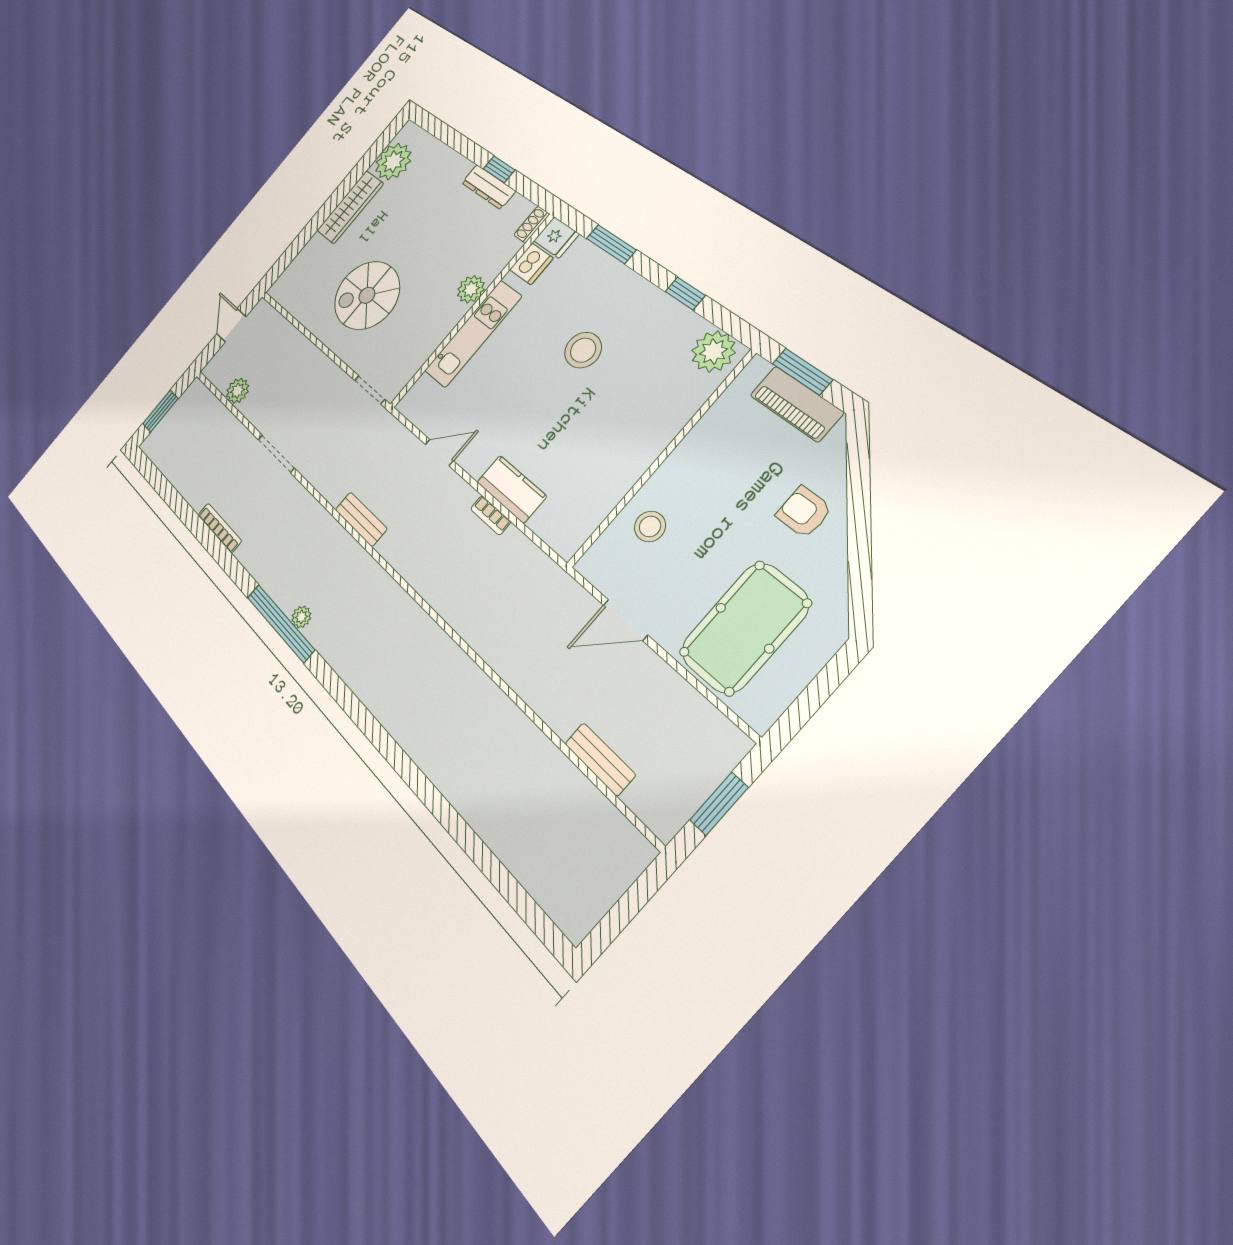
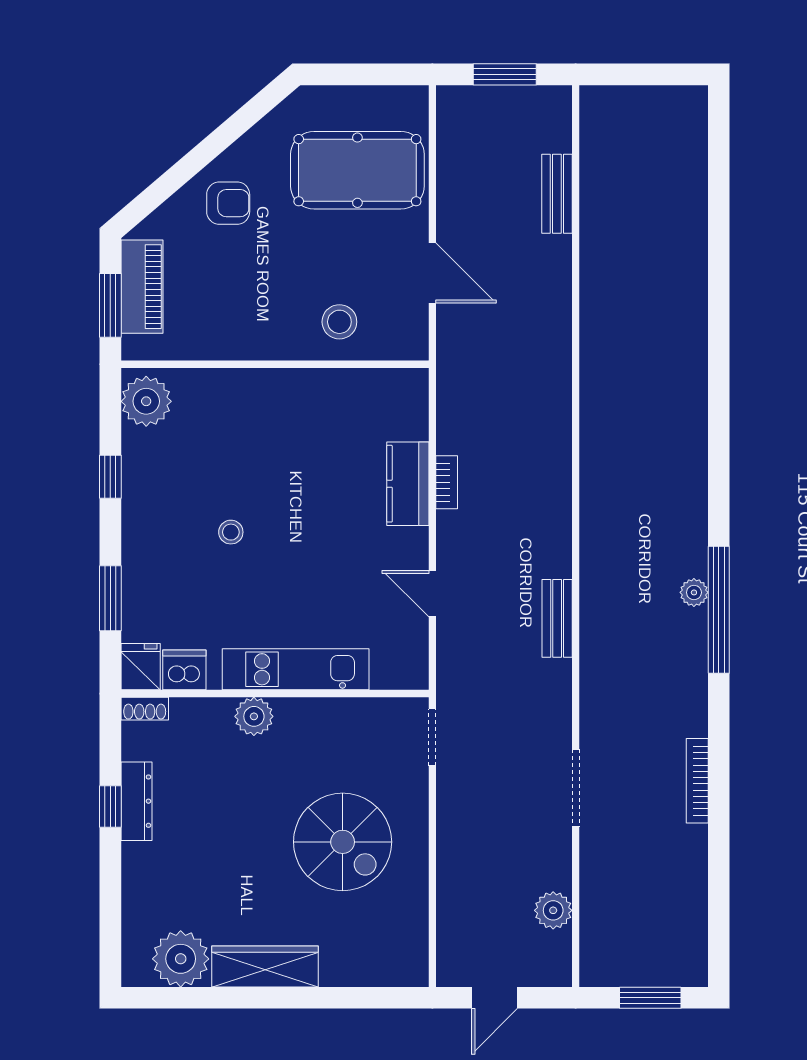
stool: (583, 350) -> (231, 532), width x0.53, depth x0.53
armchair: (804, 512) -> (228, 203), turned -90

